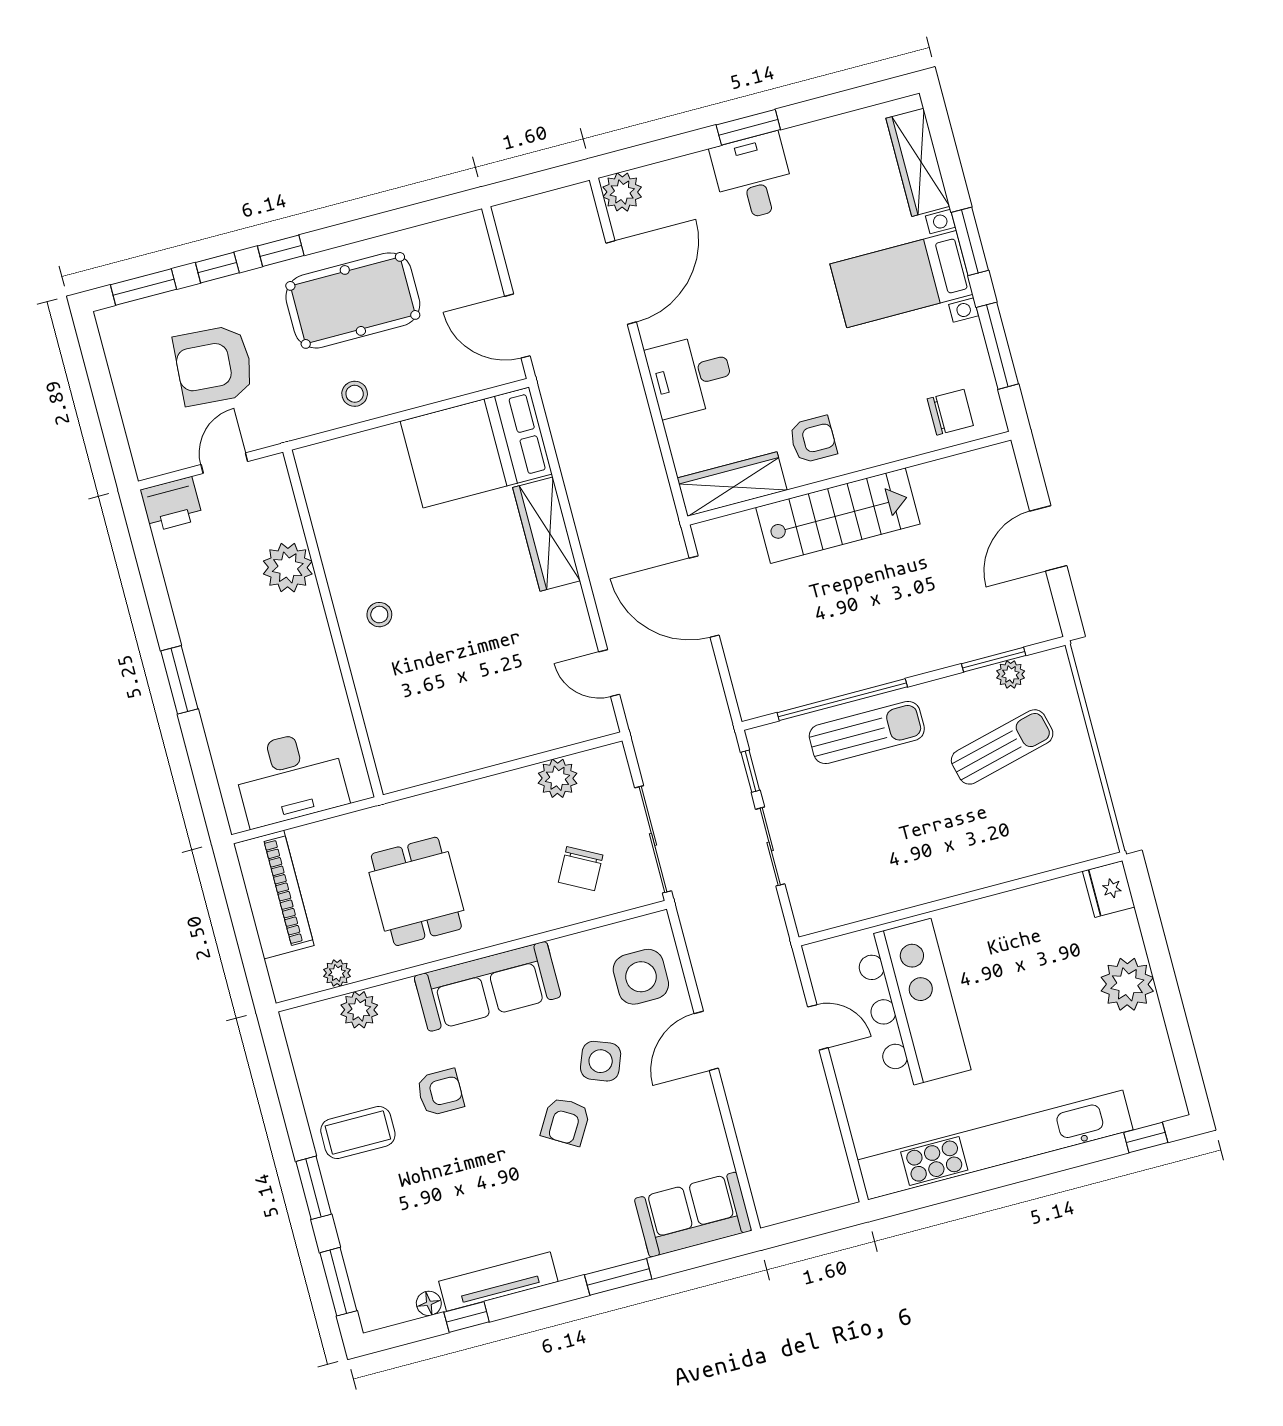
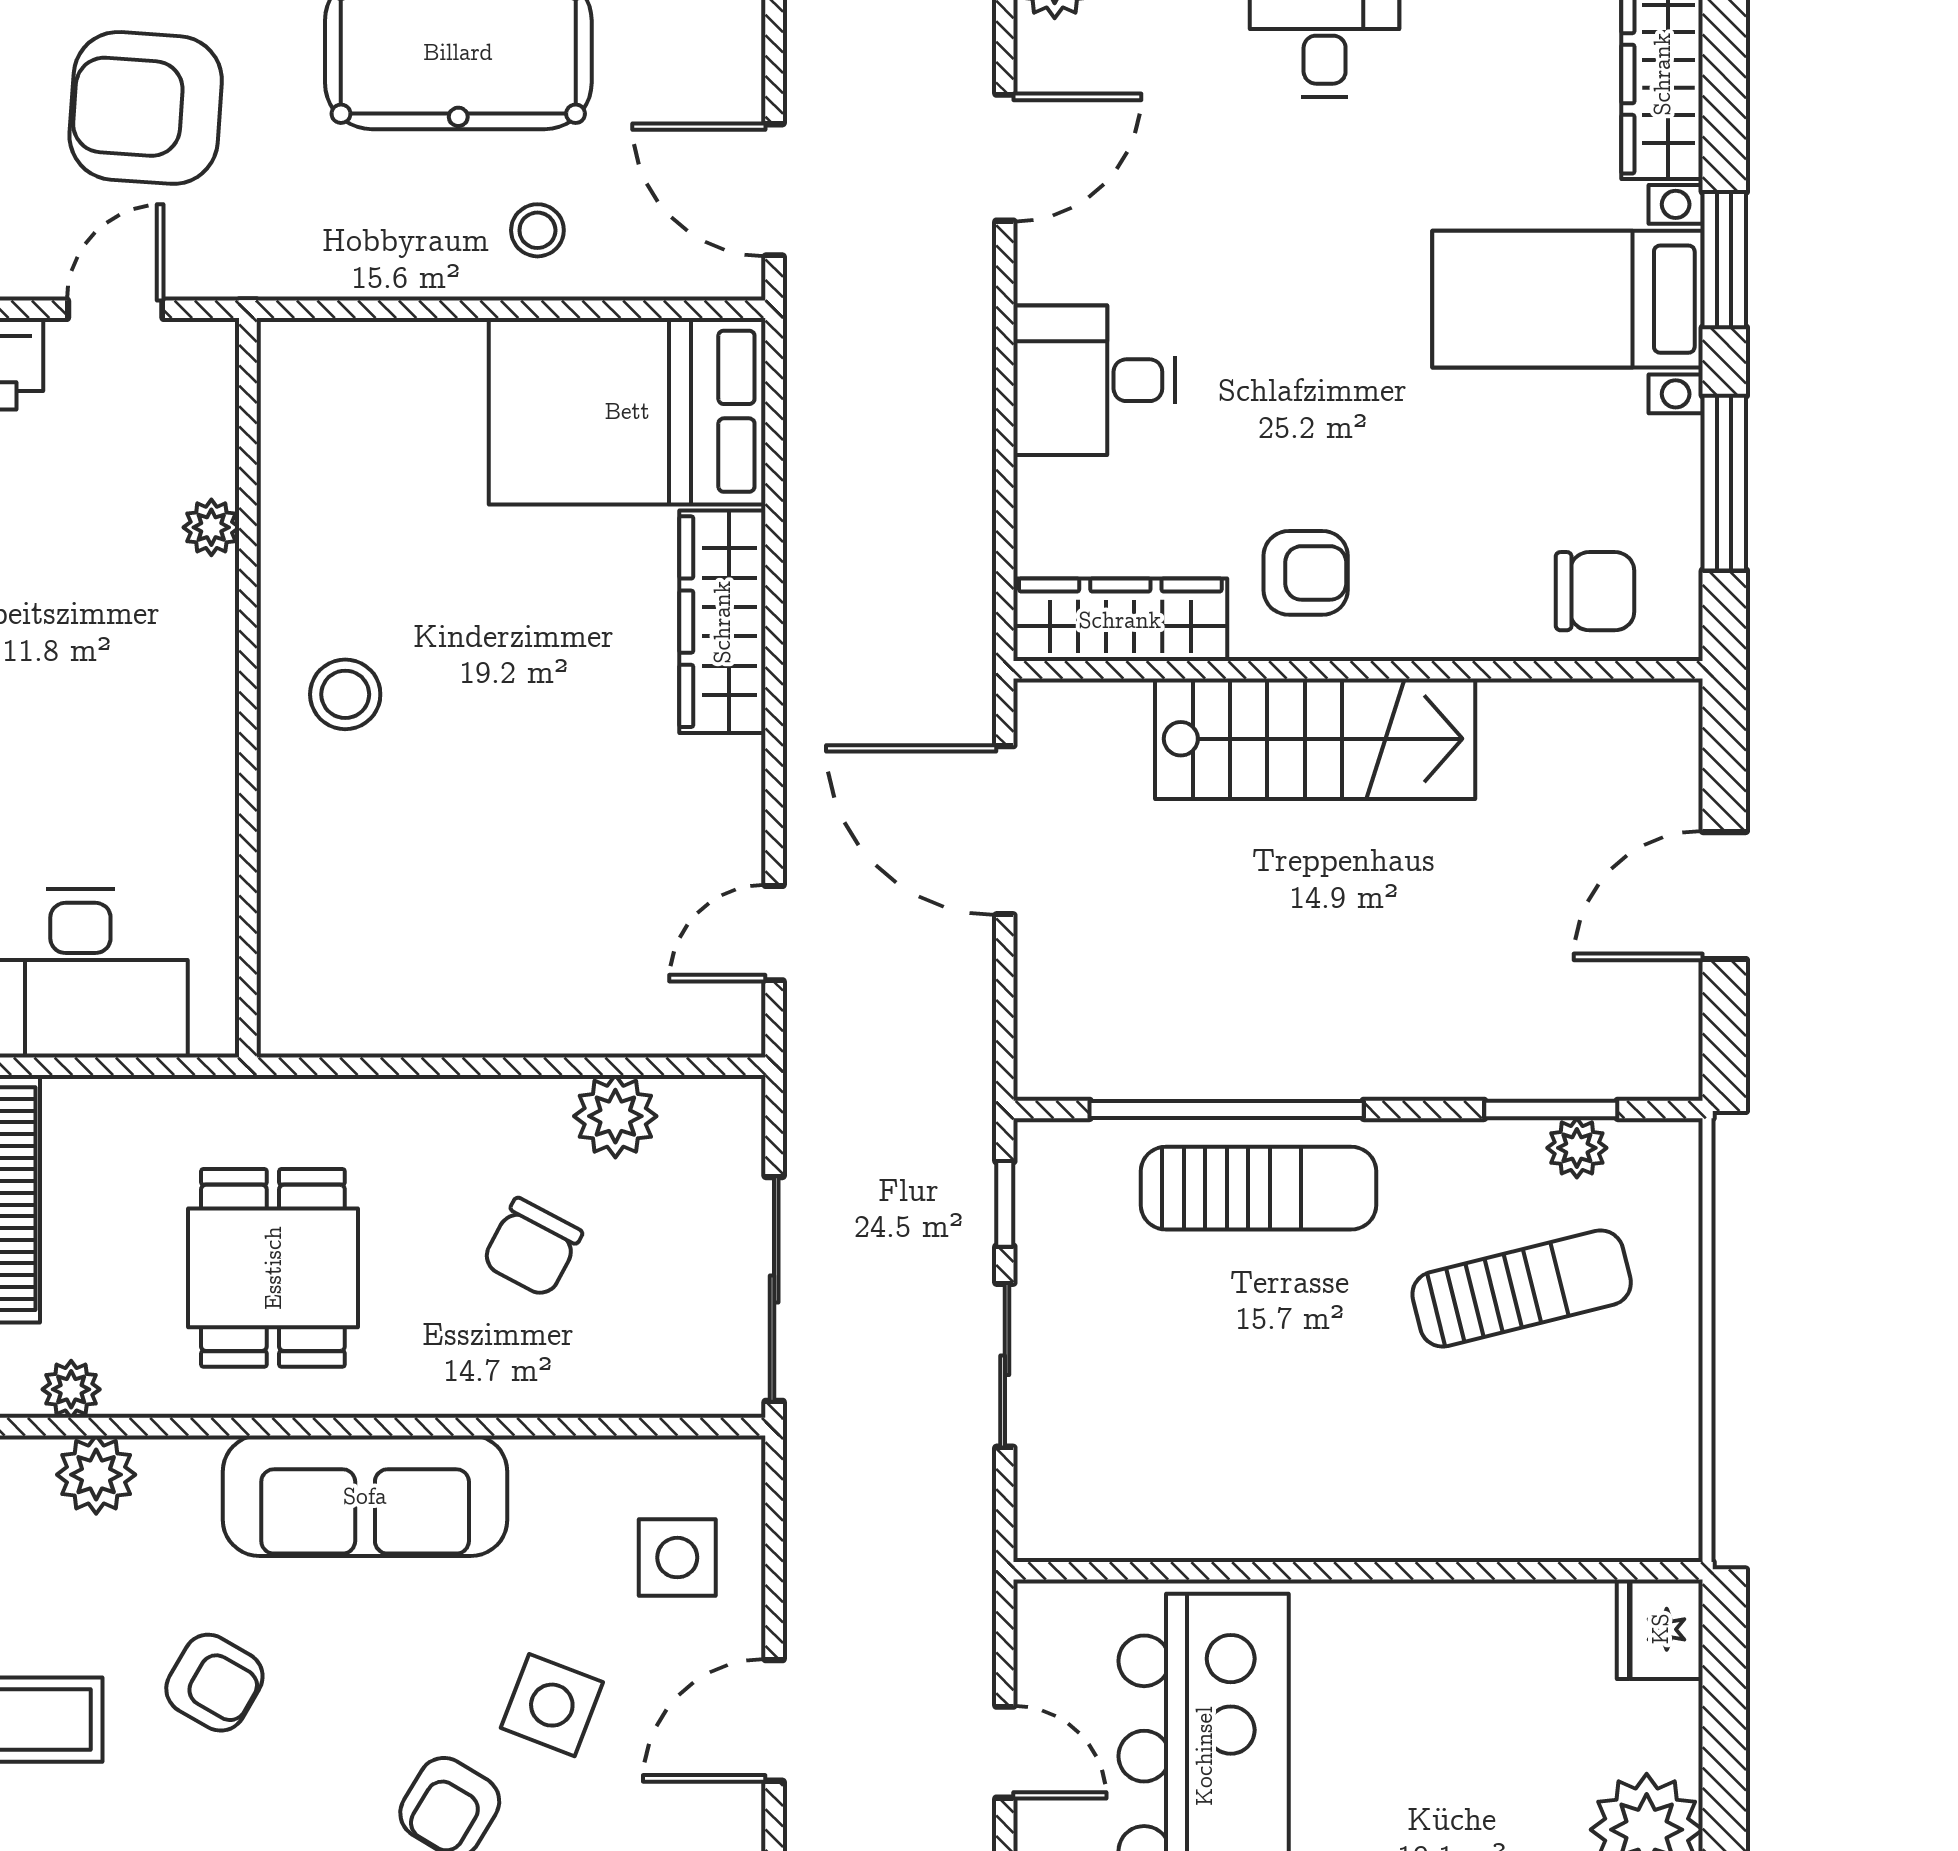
door: (621, 282) -> (1005, 158), width x0.73
stool: (355, 394) -> (537, 230), moved
plant: (288, 568) -> (211, 527), width x0.53, depth x0.53
stool: (379, 615) -> (345, 694), width x1.37, depth x1.37
door: (609, 673) -> (774, 933), hinge flipped
chair: (581, 869) -> (532, 1248), moved
side table: (641, 977) -> (677, 1558), width x0.73, depth x0.73
armchair: (440, 1092) -> (214, 1683), turned 30

